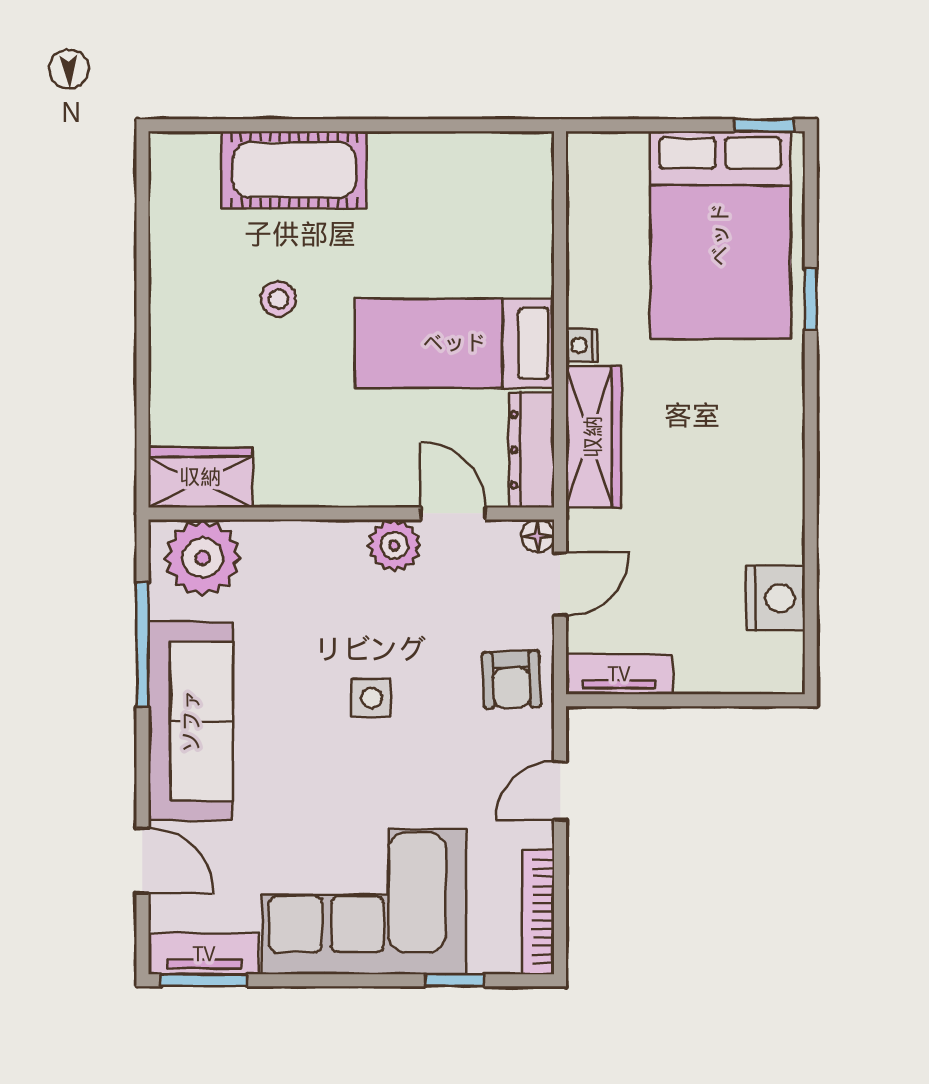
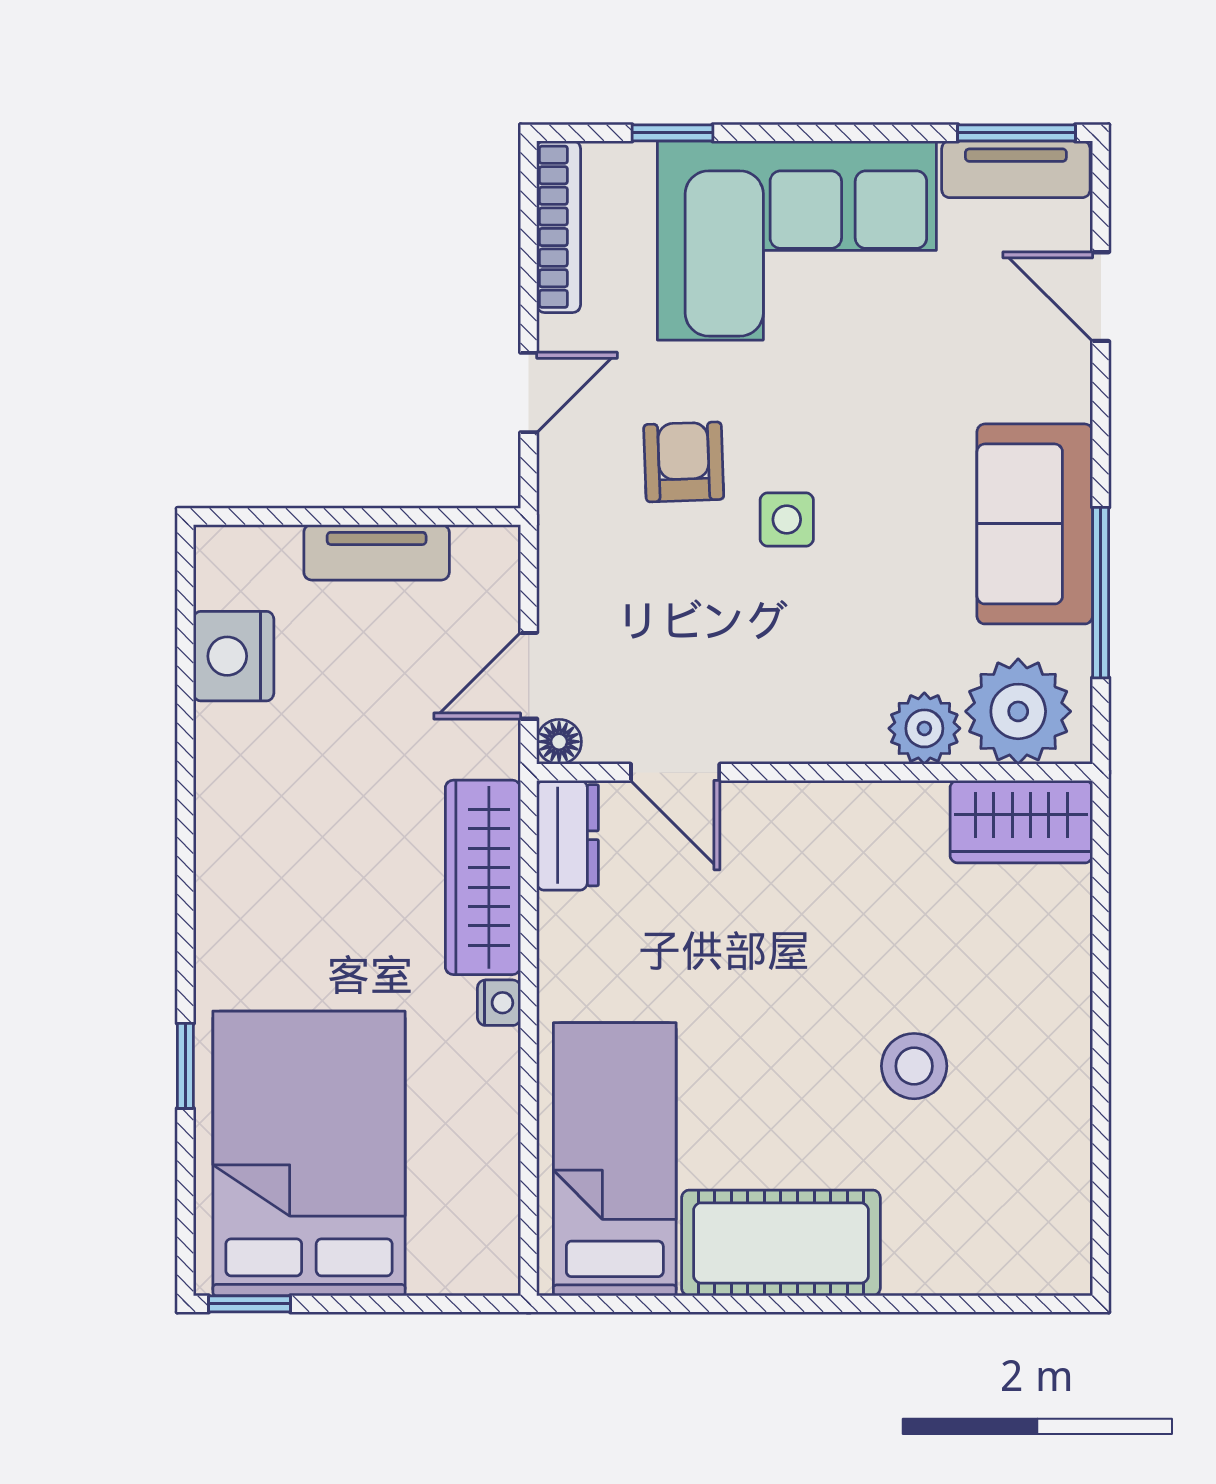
cot: (294, 170) -> (781, 1243), moved
stool: (279, 299) -> (914, 1066), width x1.37, depth x1.37
bed: (454, 343) -> (615, 1159), moved, turned -90
dresser: (532, 450) -> (568, 835), width x0.70
plant: (394, 545) -> (924, 728), moved
tv unit: (619, 674) -> (377, 552), moved
armchair: (512, 680) -> (684, 462), moved
sofa: (191, 721) -> (1035, 524), width x0.73

